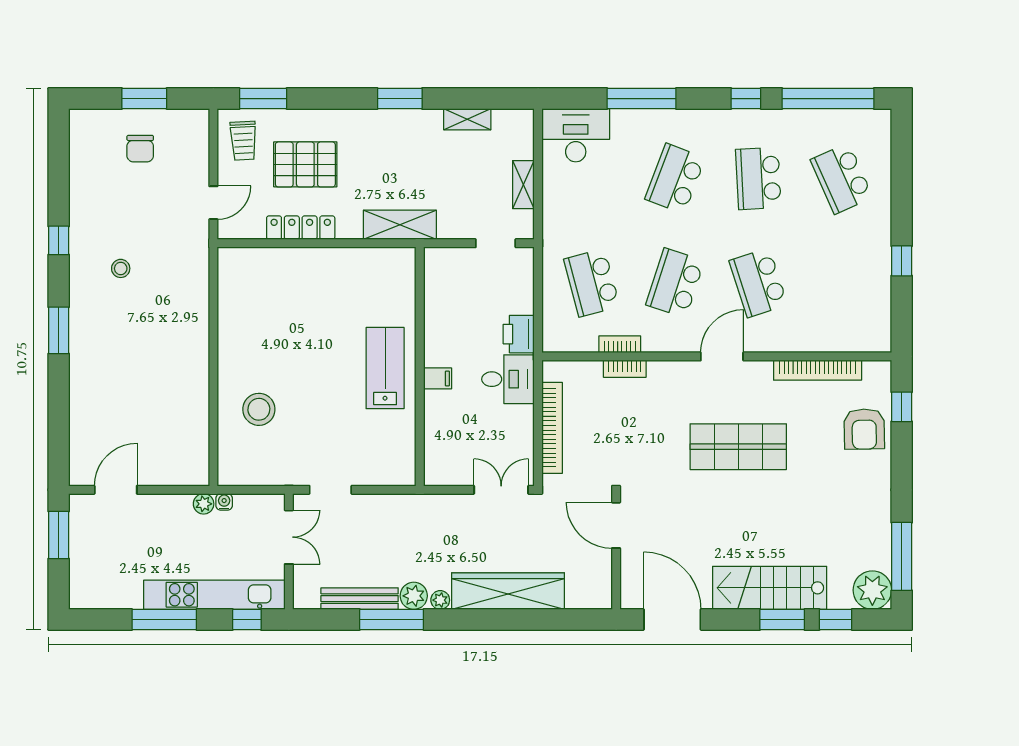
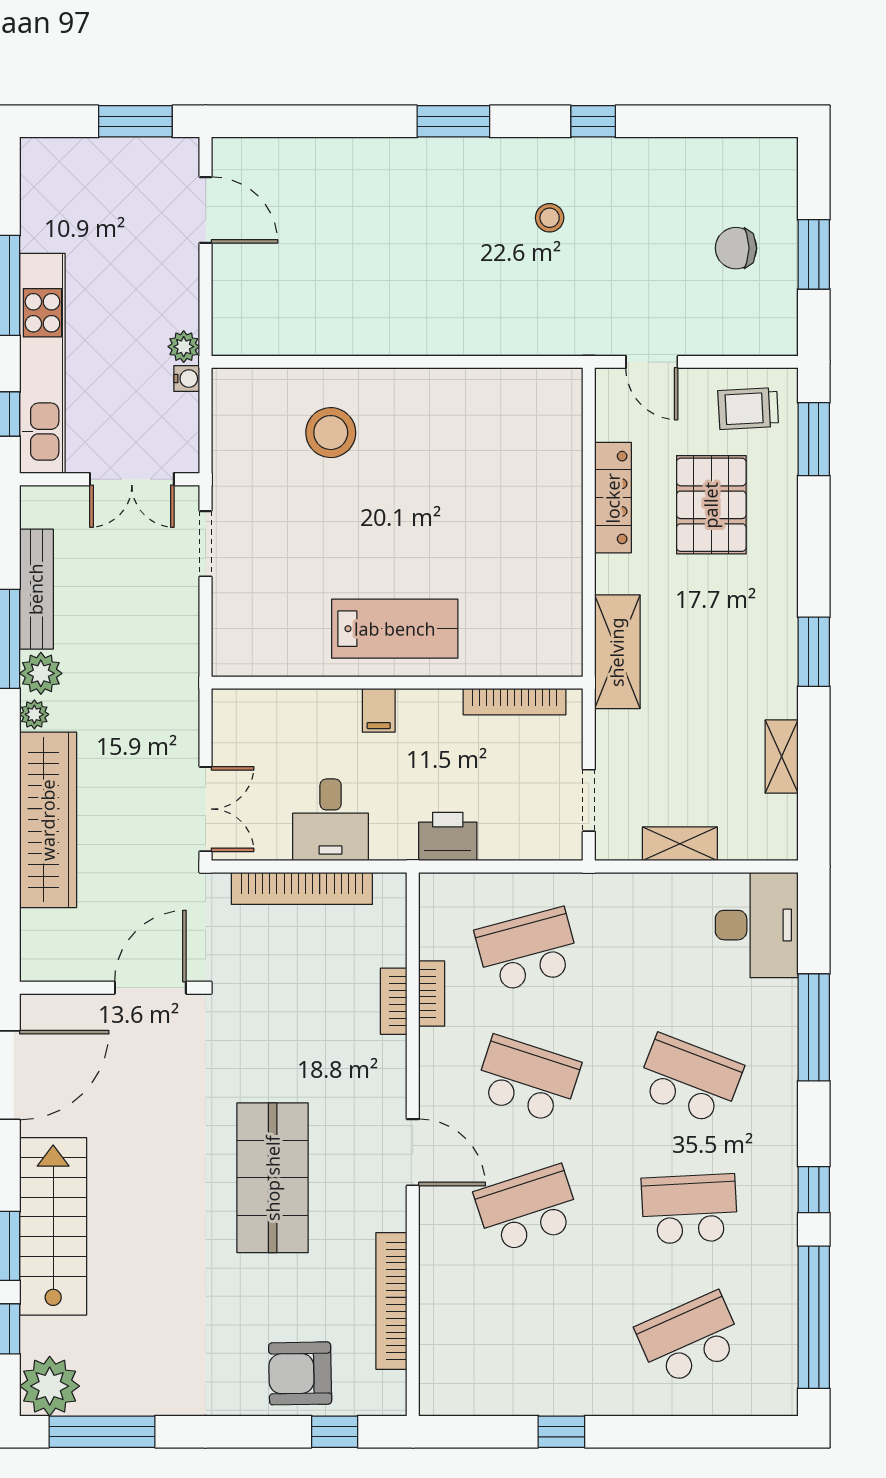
bookcase: (432, 291) -> (514, 702), added
desk: (508, 379) -> (331, 820), moved

